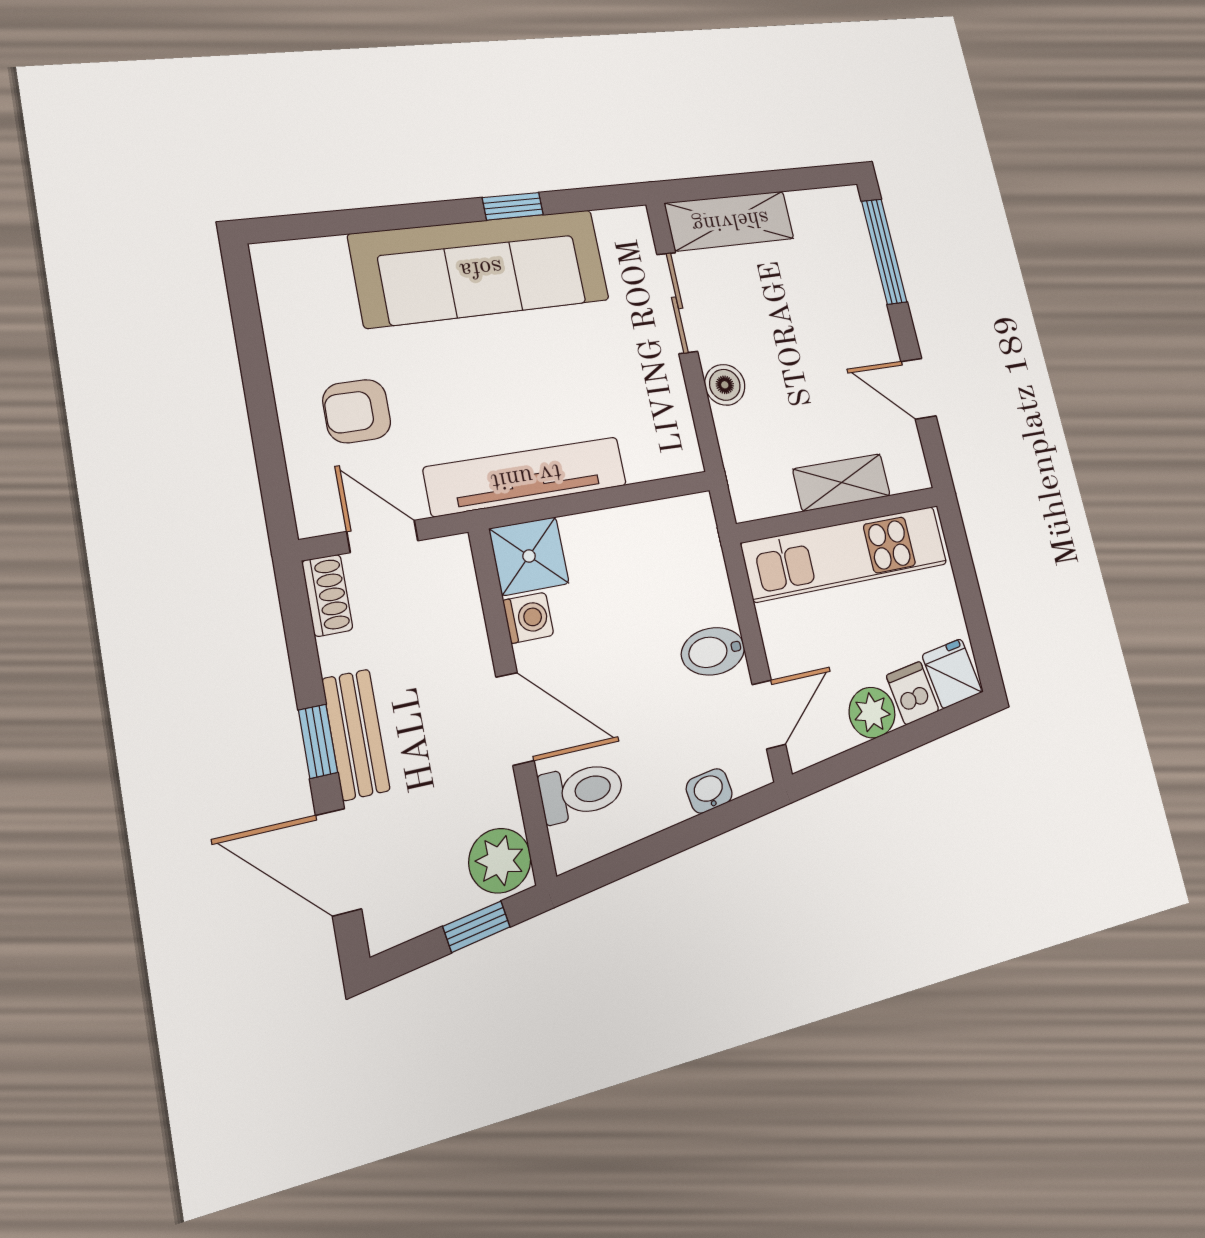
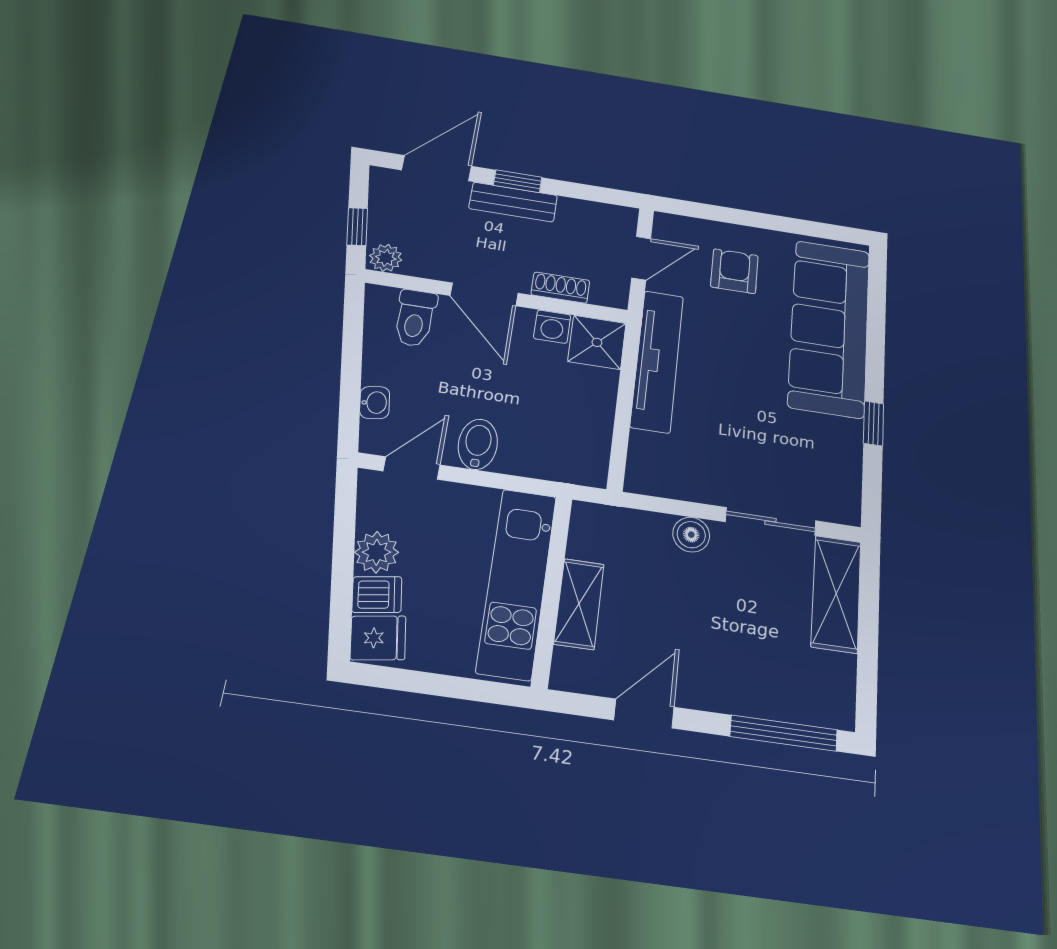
sofa: (481, 268) -> (829, 328), moved
shoe rack: (327, 595) -> (560, 288), moved, turned 180
door: (769, 714) -> (412, 468), swing flipped
door: (515, 719) -> (484, 294), hinge flipped
plant: (500, 861) -> (386, 258), width x0.73, depth x0.73

